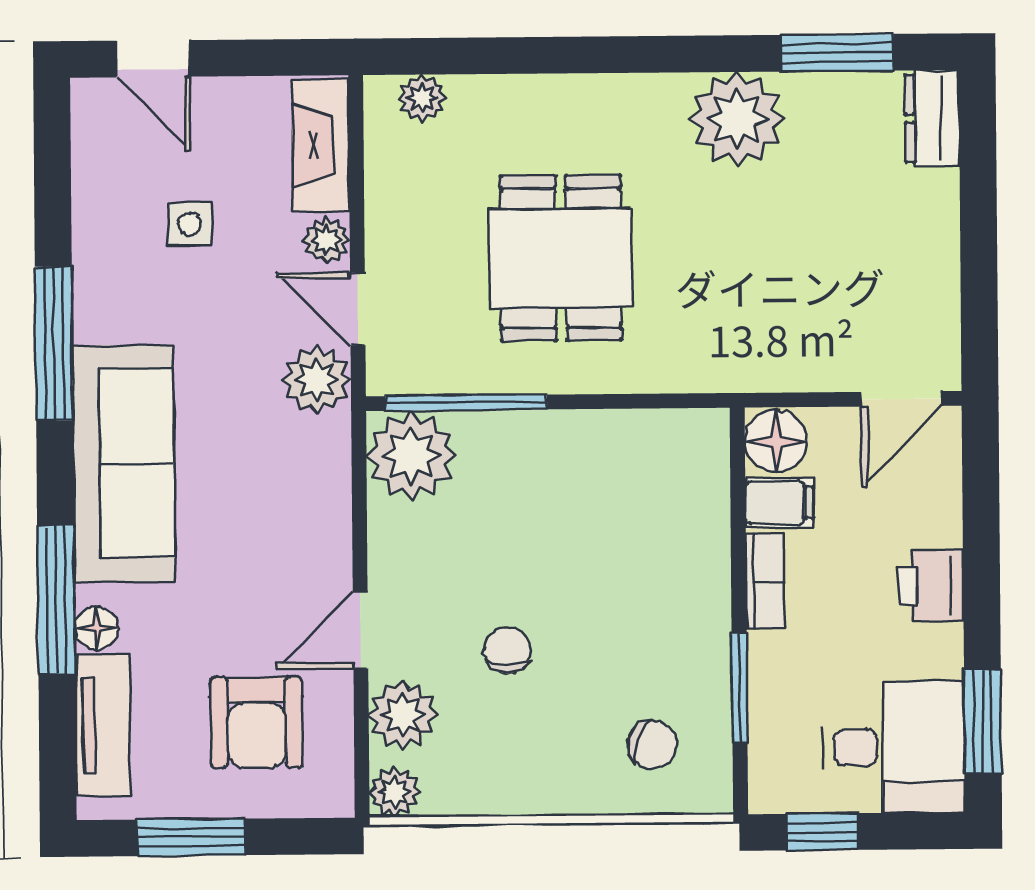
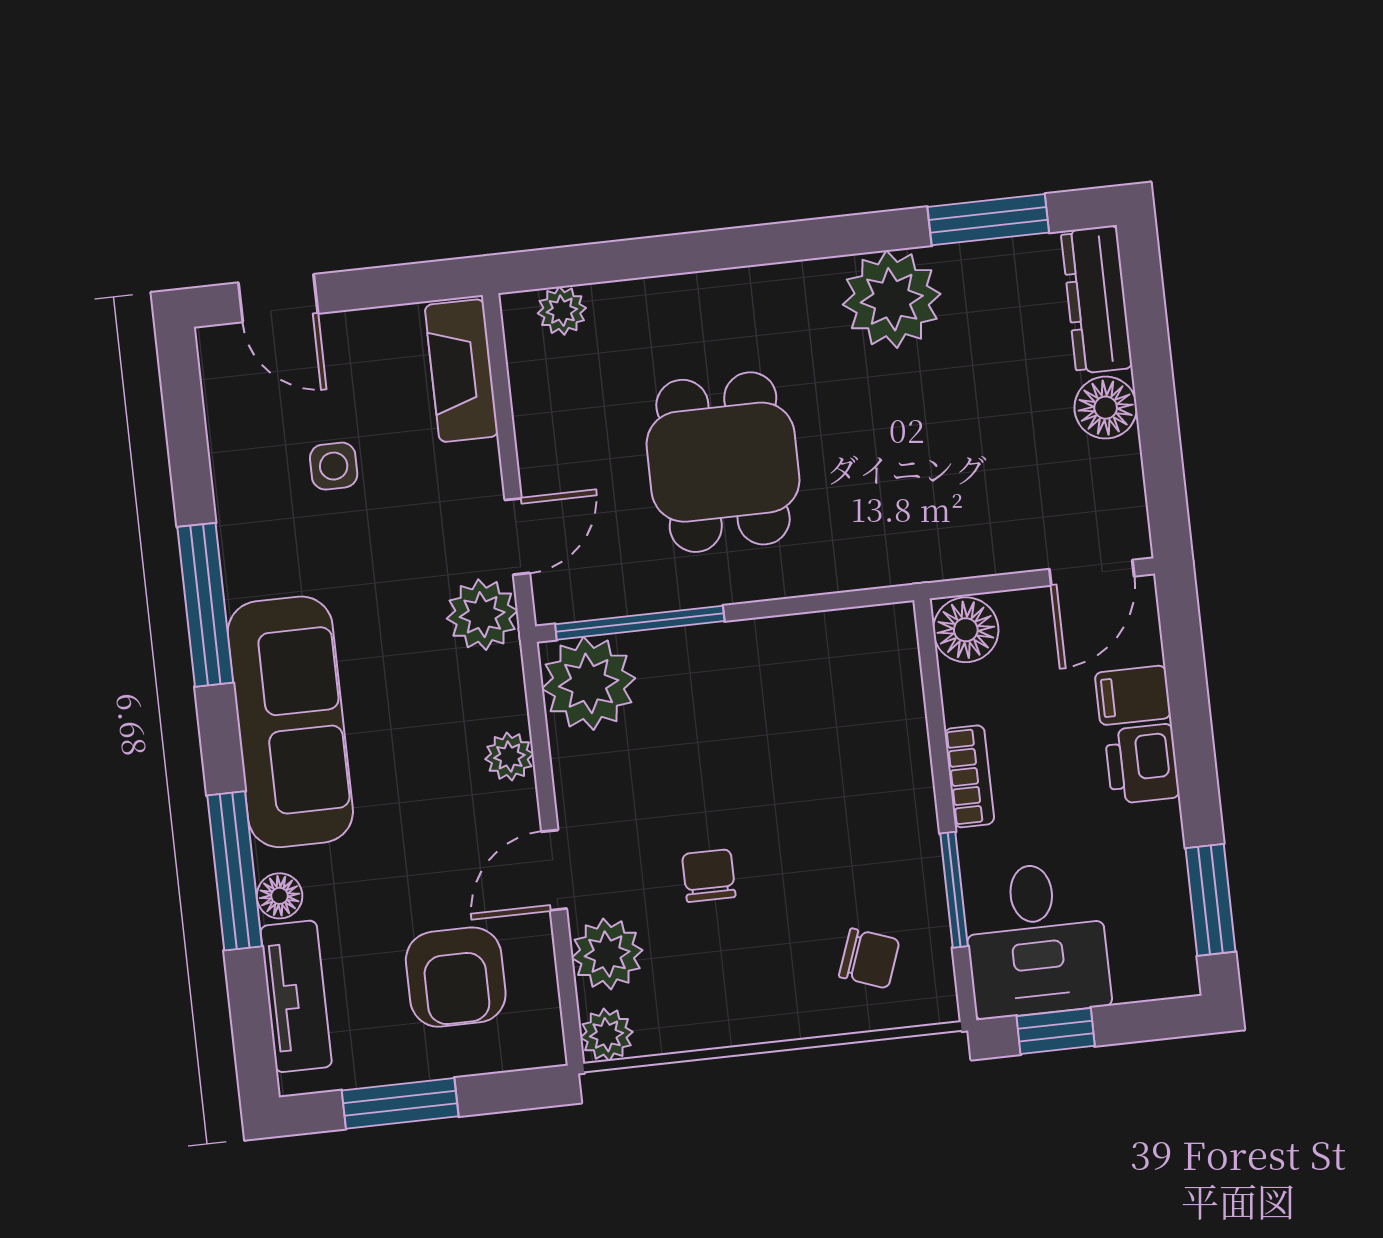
dresser: (932, 118) -> (1097, 300), width x1.44
plant: (326, 240) -> (509, 756), moved
floor lamp: (931, 243) -> (1106, 408), added
door: (358, 309) -> (517, 536), swing flipped
filing cabinet: (779, 503) -> (1133, 695), moved, turned 180
desk: (894, 747) -> (1036, 939), moved, turned 90

